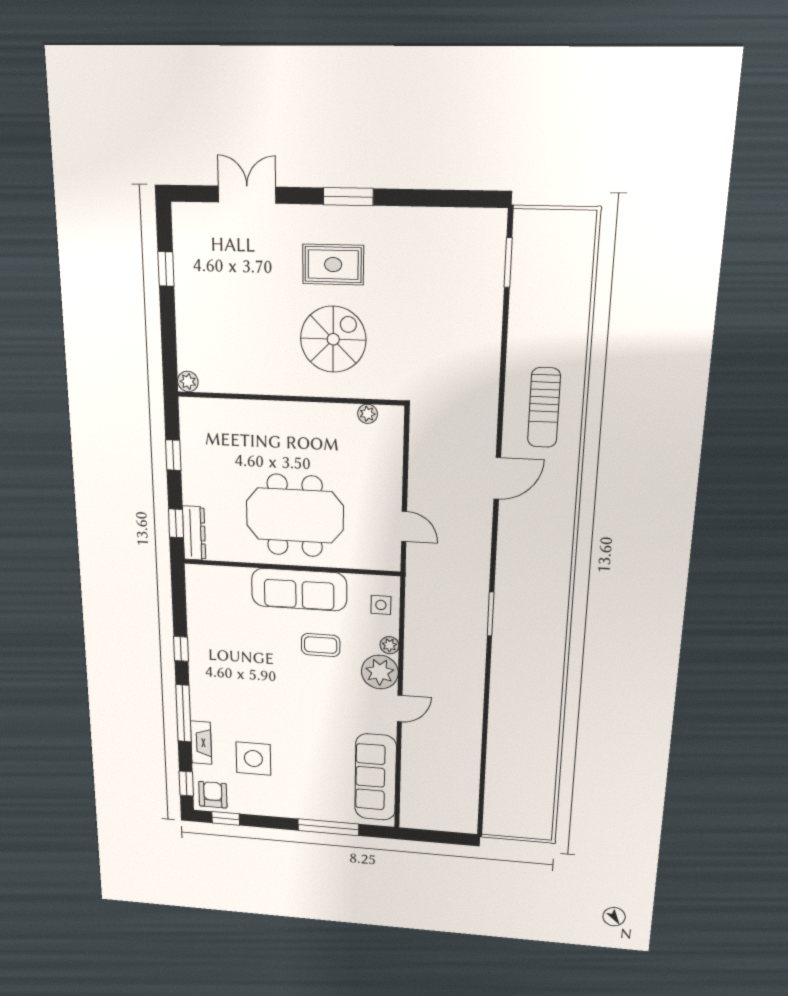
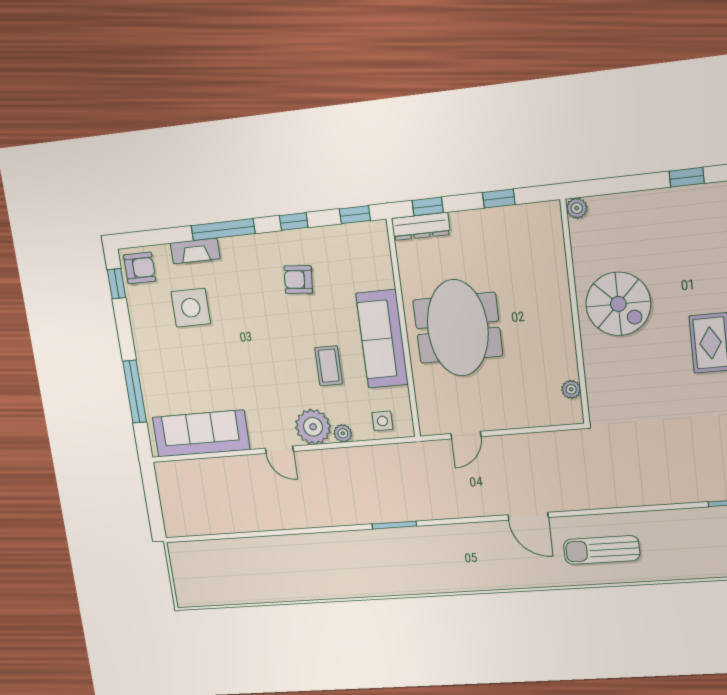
spiral stairs: (333, 339) -> (618, 304), moved
armchair: (235, 656) -> (298, 280), added
window: (186, 784) -> (355, 215), moved

